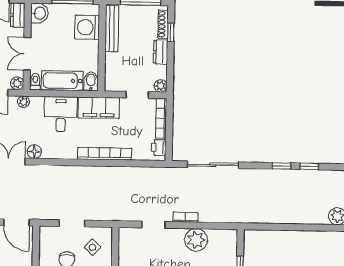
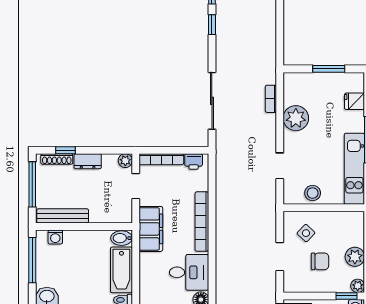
washing machine: (87, 27) -> (55, 237), width x0.53, depth x0.53
desk: (61, 114) -> (189, 272), moved, turned 180
bookcase: (185, 217) -> (271, 99), moved
stool: (128, 254) -> (313, 193), added

